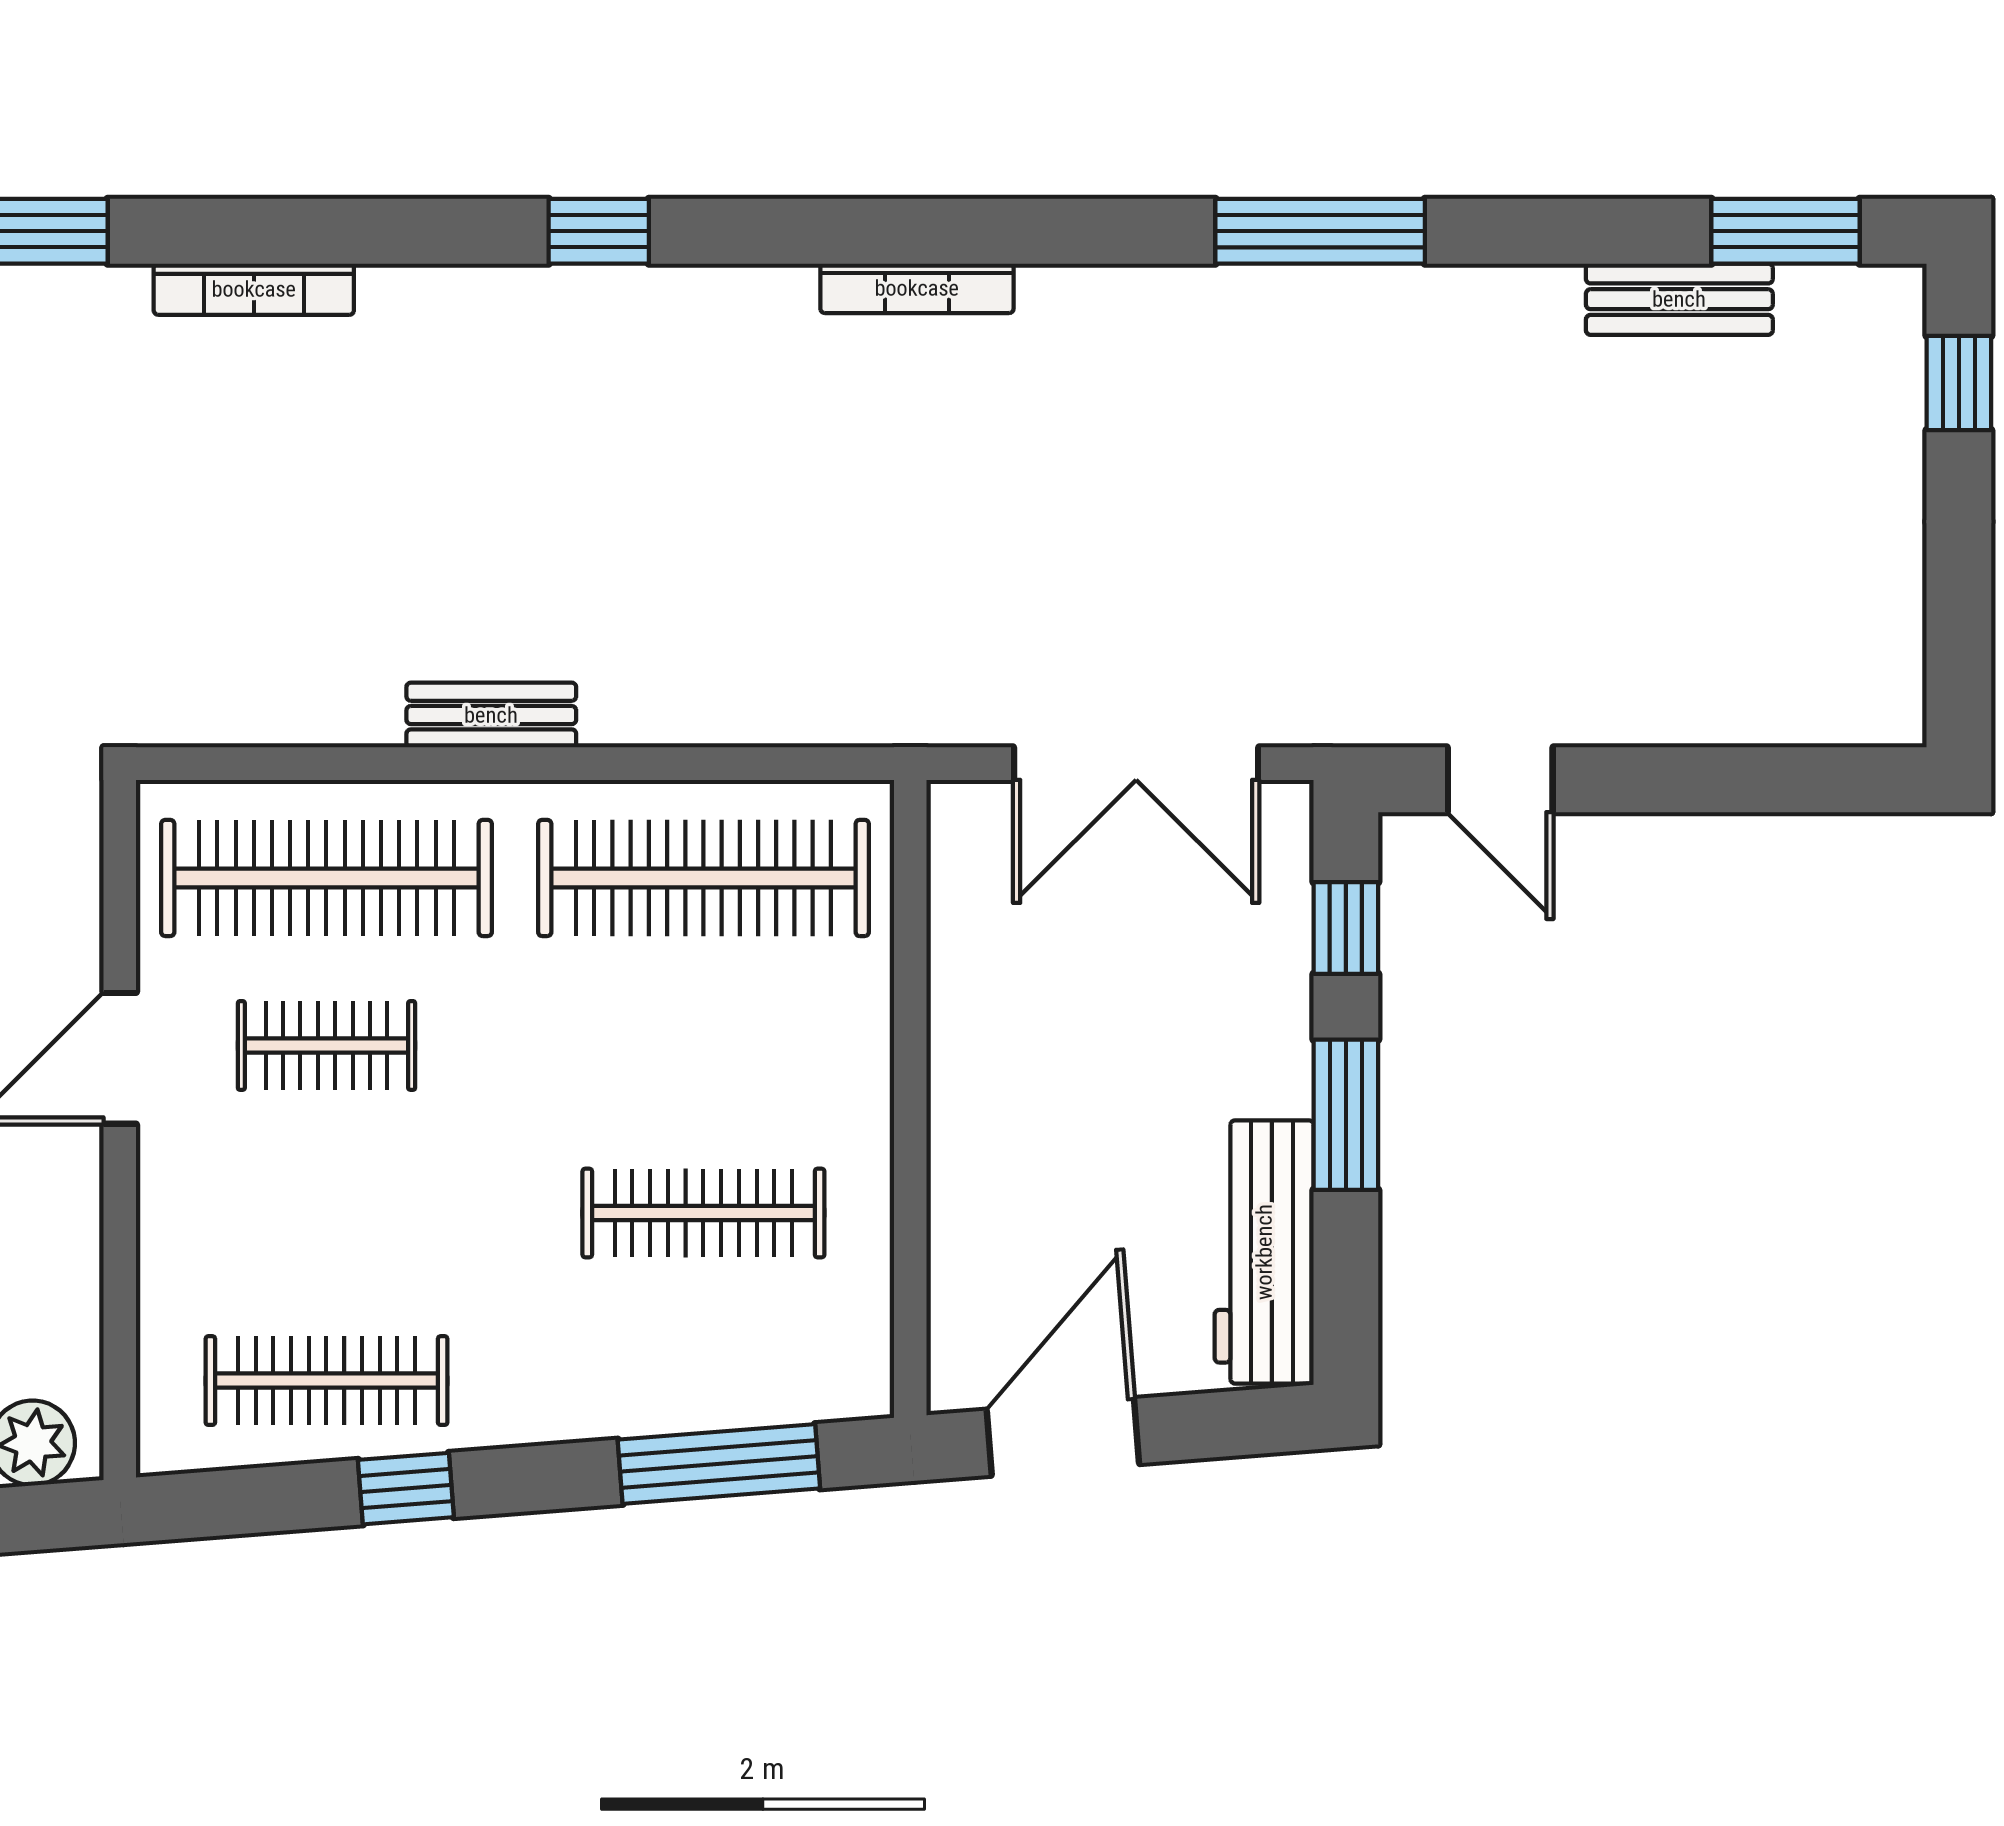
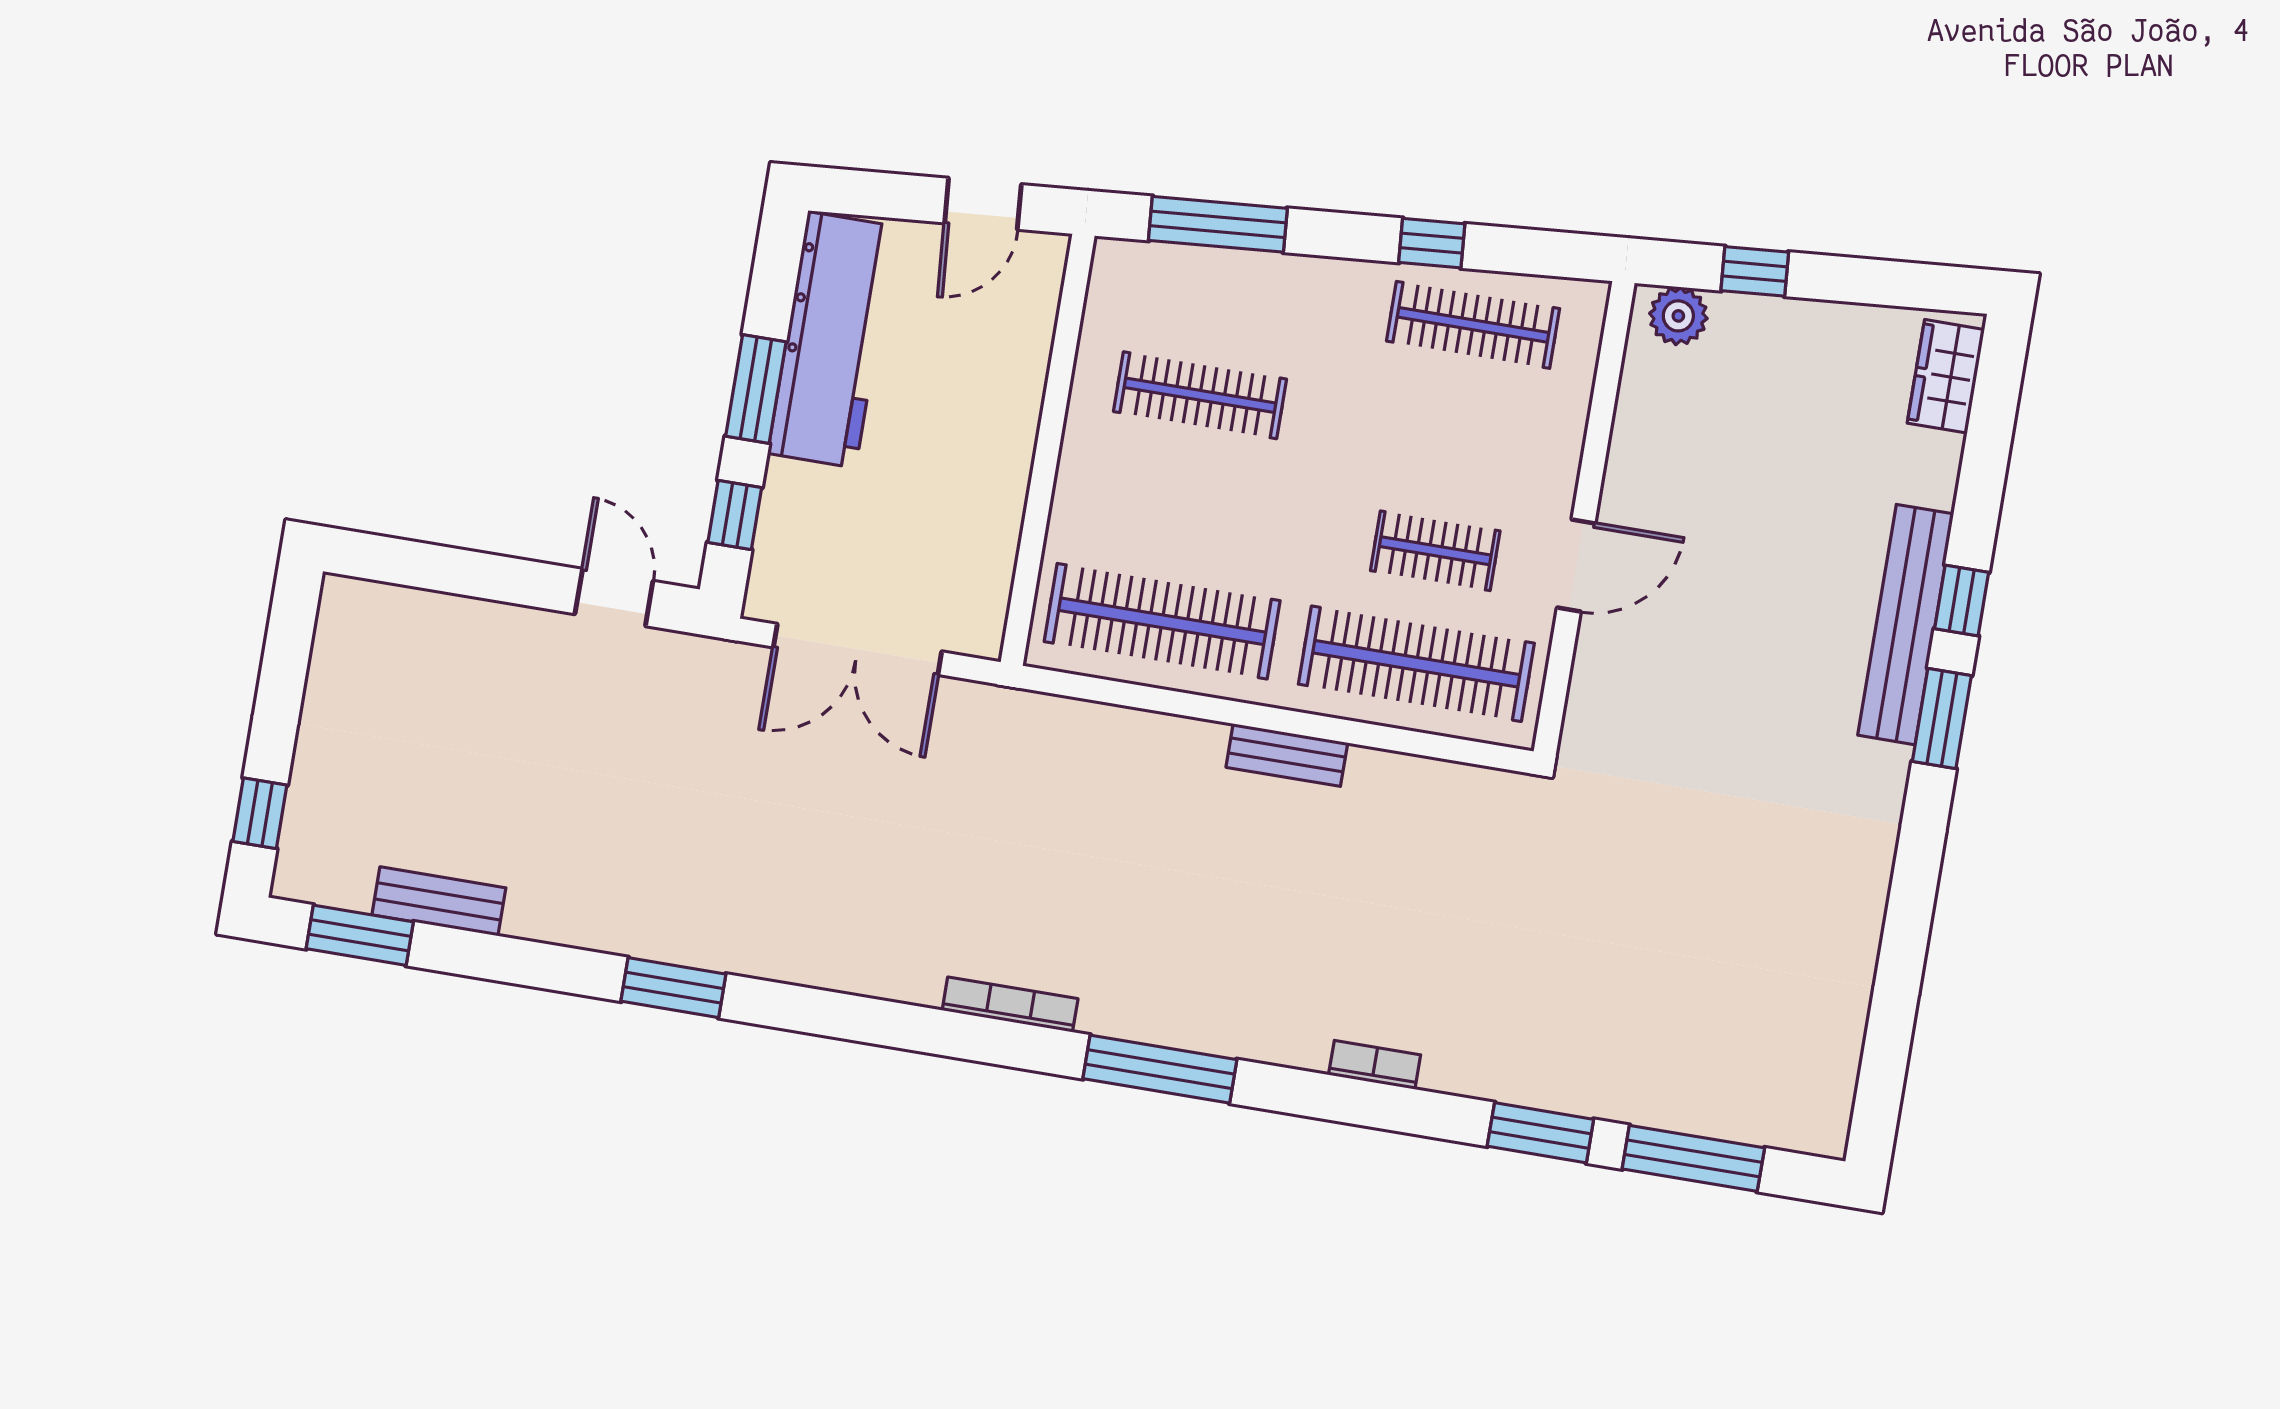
window: (599, 231) -> (1160, 1069), width x2.17
window: (1320, 231) -> (673, 988), width x0.69
bookcase: (917, 288) -> (1010, 1004), moved
bookcase: (254, 289) -> (1375, 1065), width x0.64
double door: (1136, 764) -> (858, 649), swing flipped
workbench: (1264, 1252) -> (832, 340), width x1.36, depth x1.32
door: (1063, 1437) -> (983, 204), width x0.73

